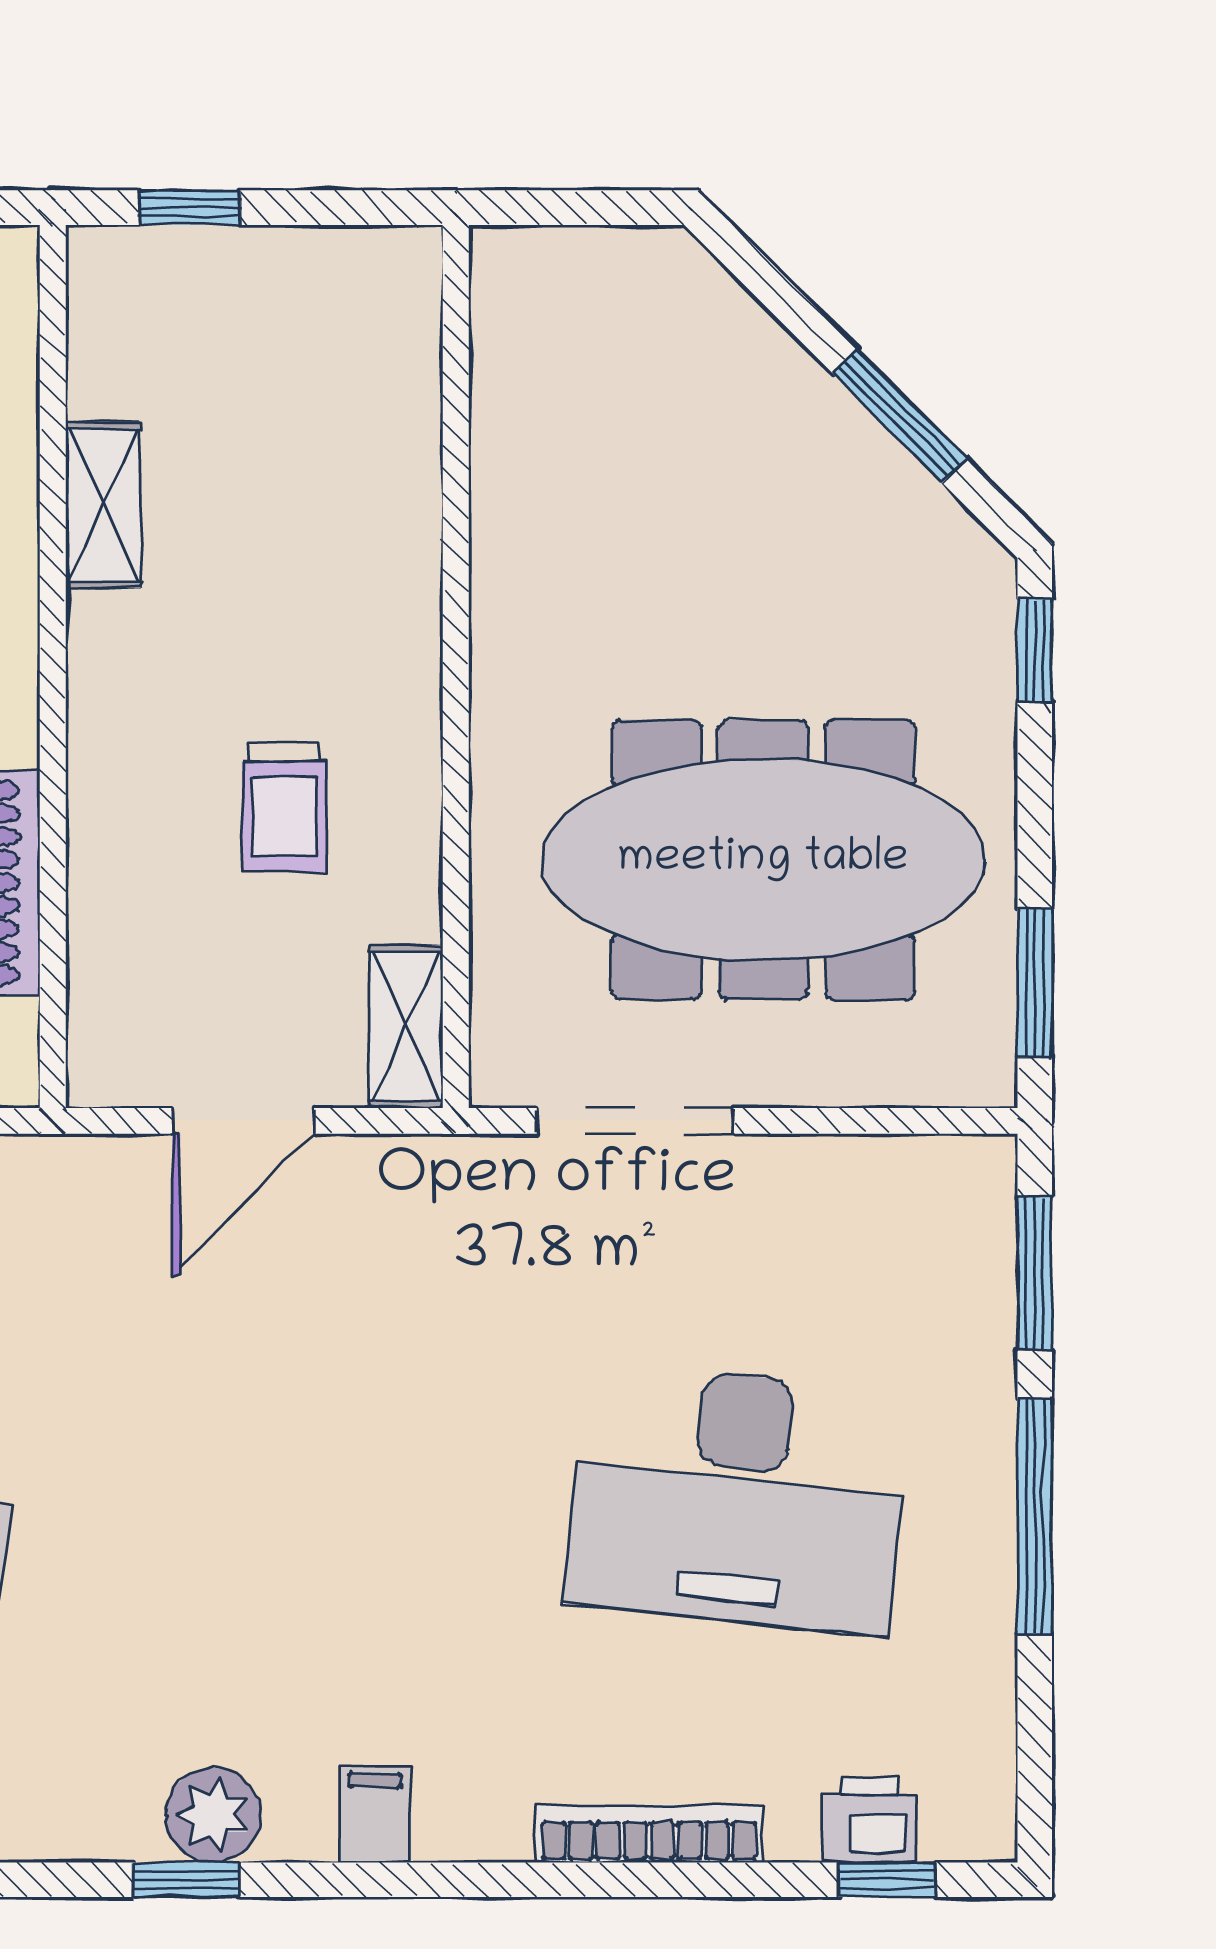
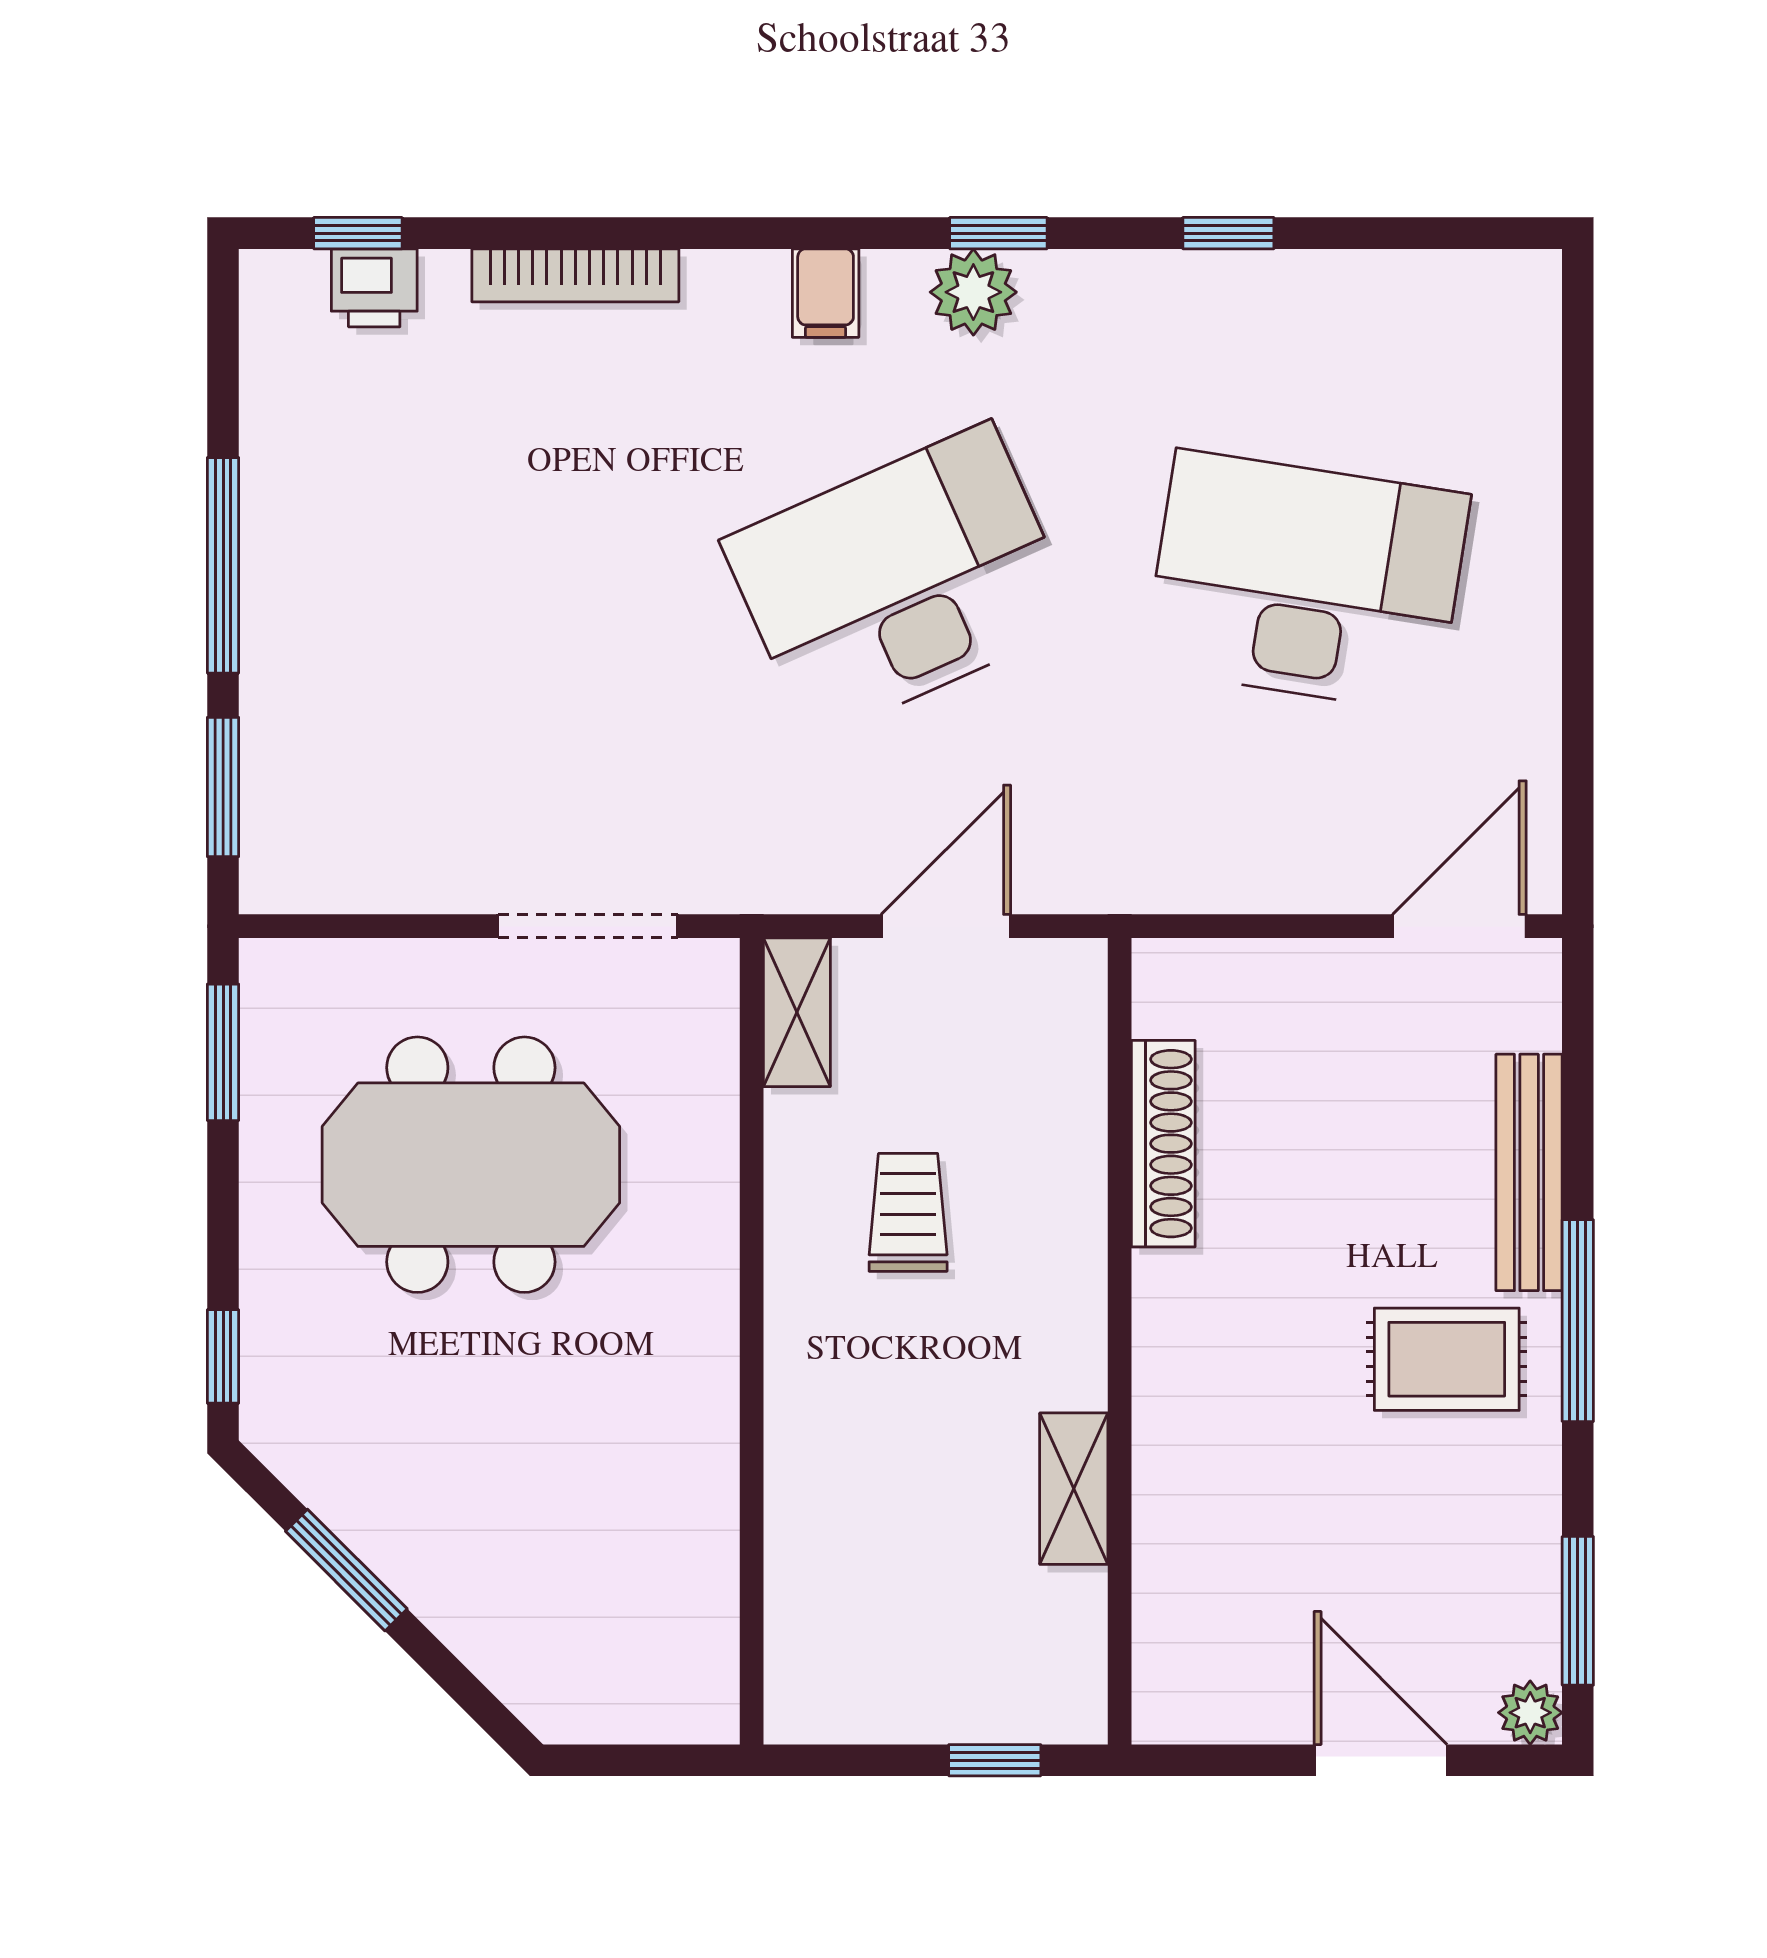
meeting table: (763, 860) -> (471, 1165), width x0.73
desk: (737, 1498) -> (900, 582), moved, turned -30

